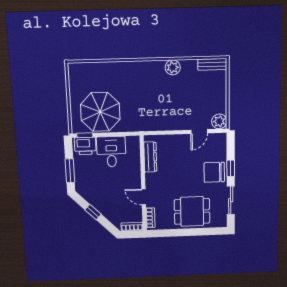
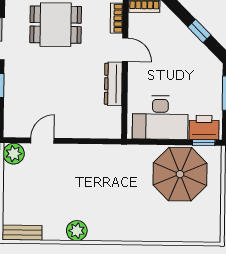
desk: (111, 152) -> (160, 118), width x1.37
dresser: (150, 157) -> (113, 84), moved
chair: (214, 172) -> (22, 81), removed

